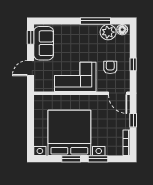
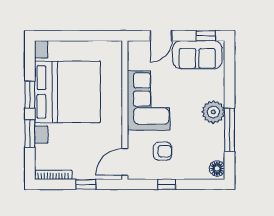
plant: (108, 32) -> (213, 112), moved
door: (31, 68) -> (161, 36), swing flipped

